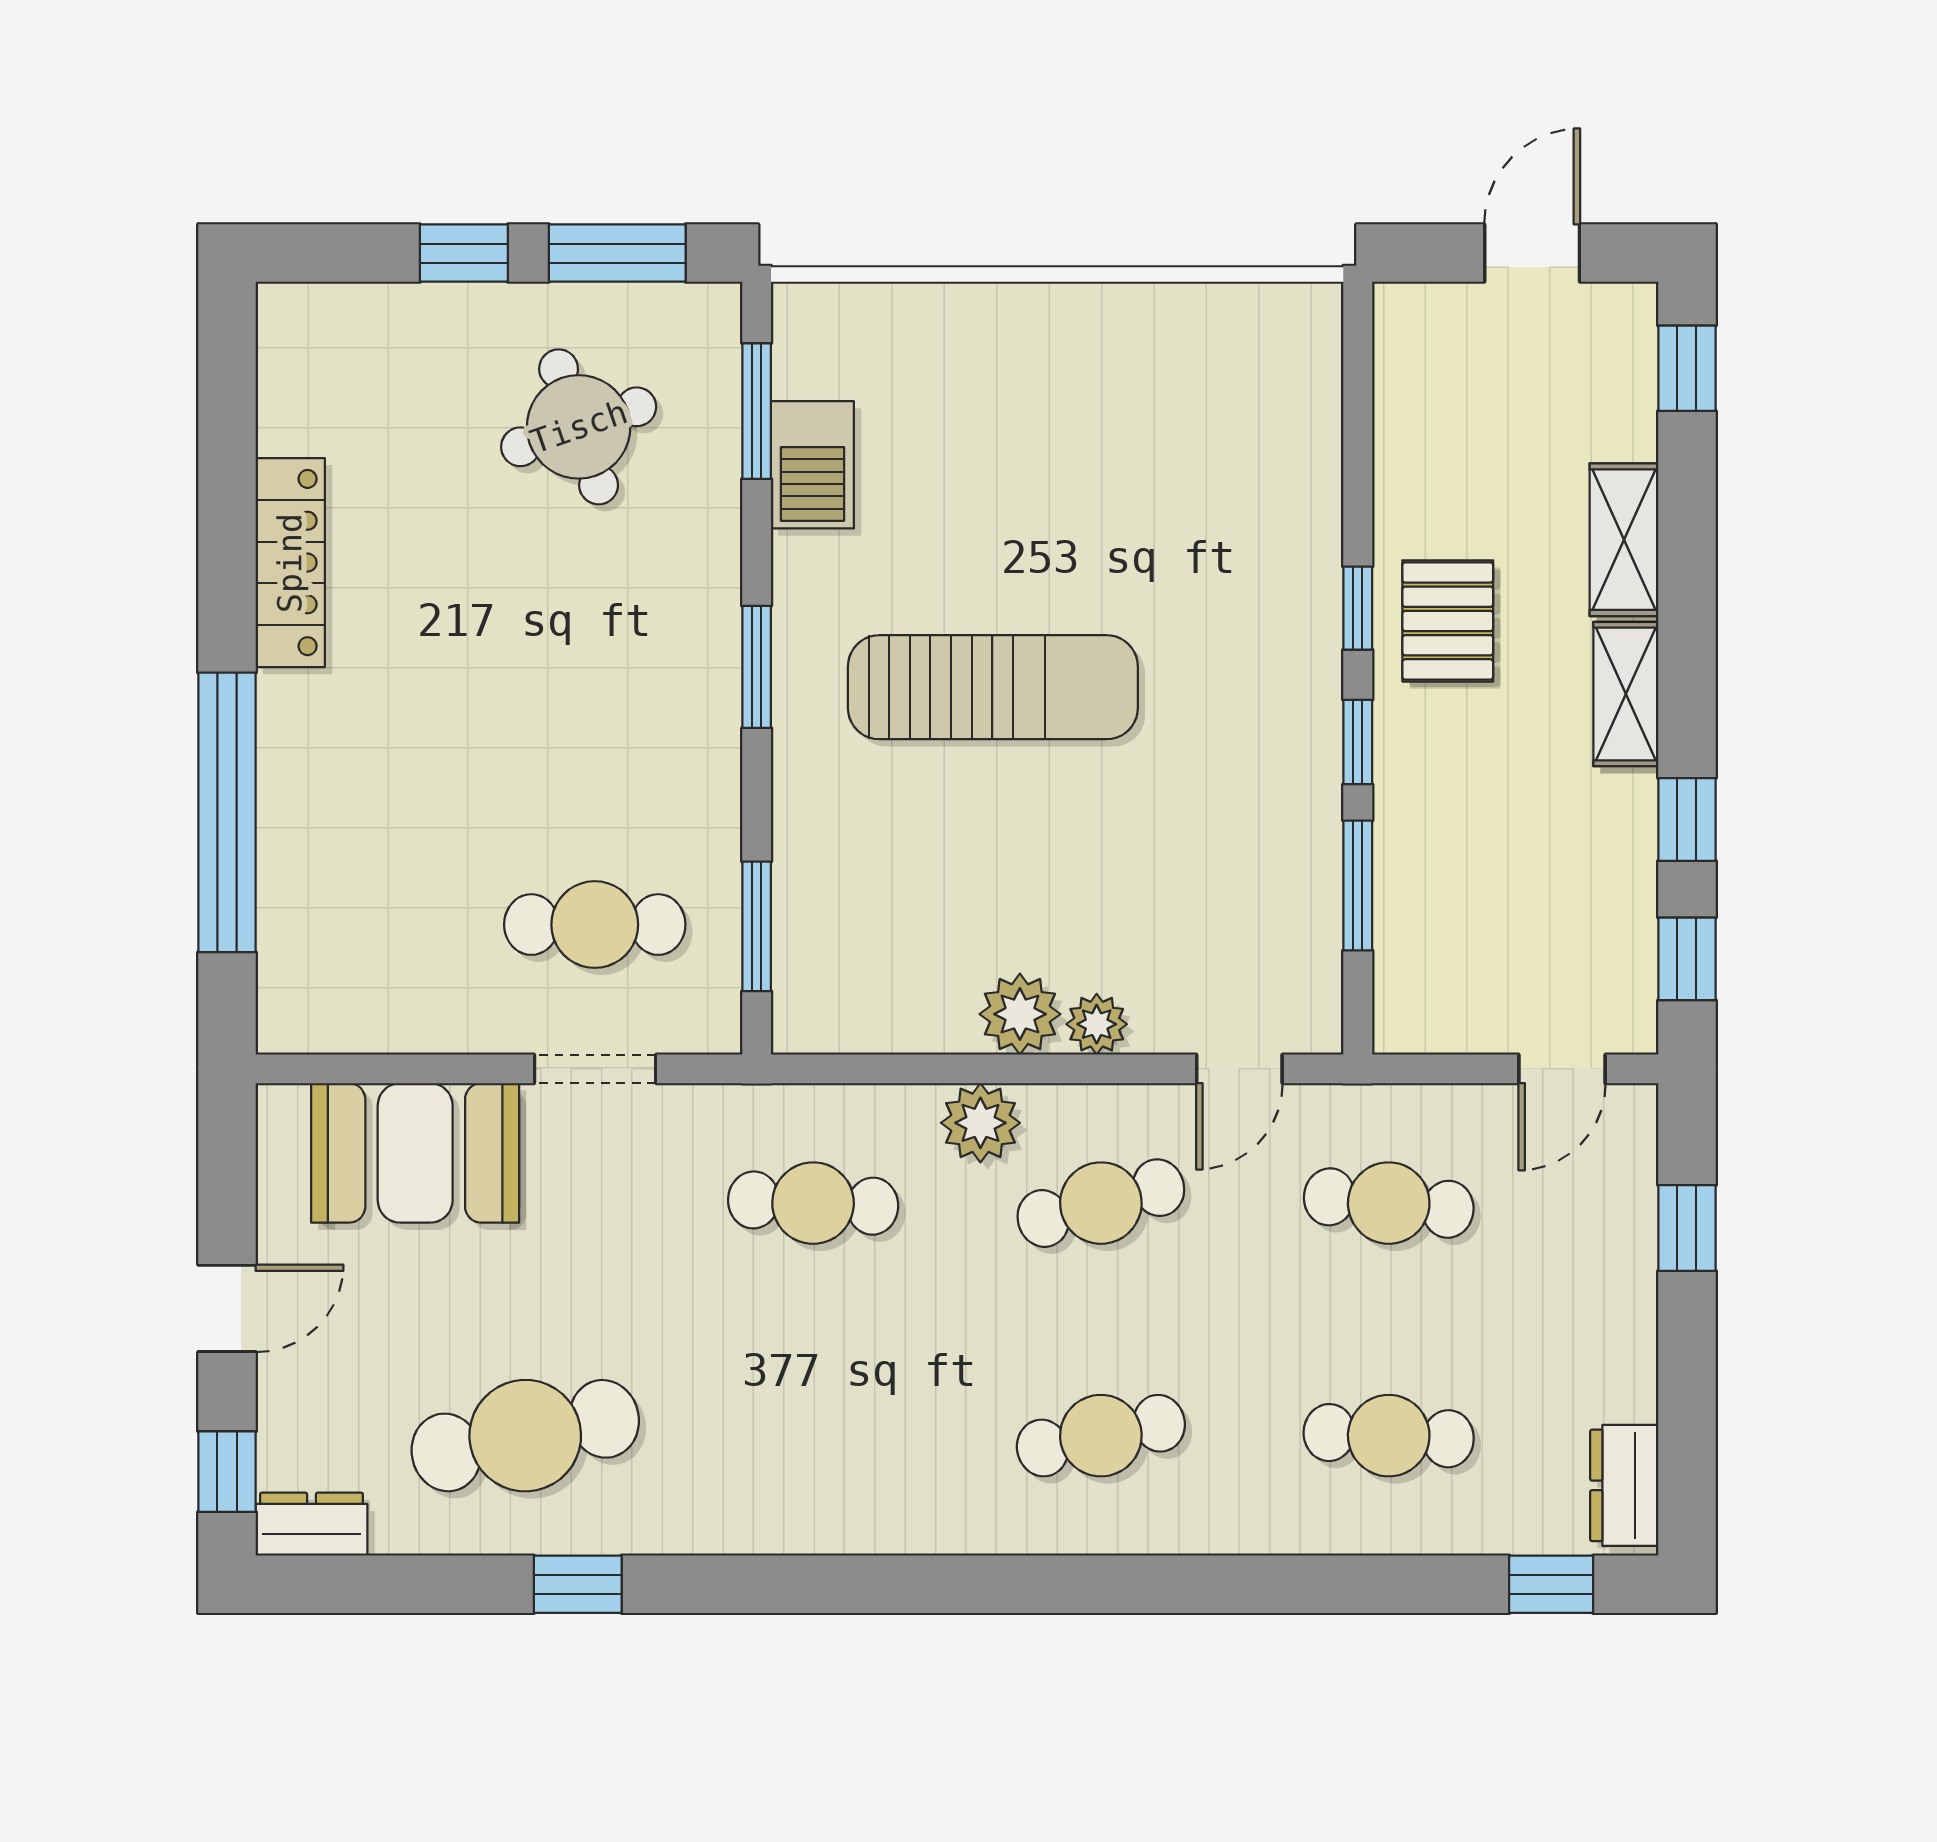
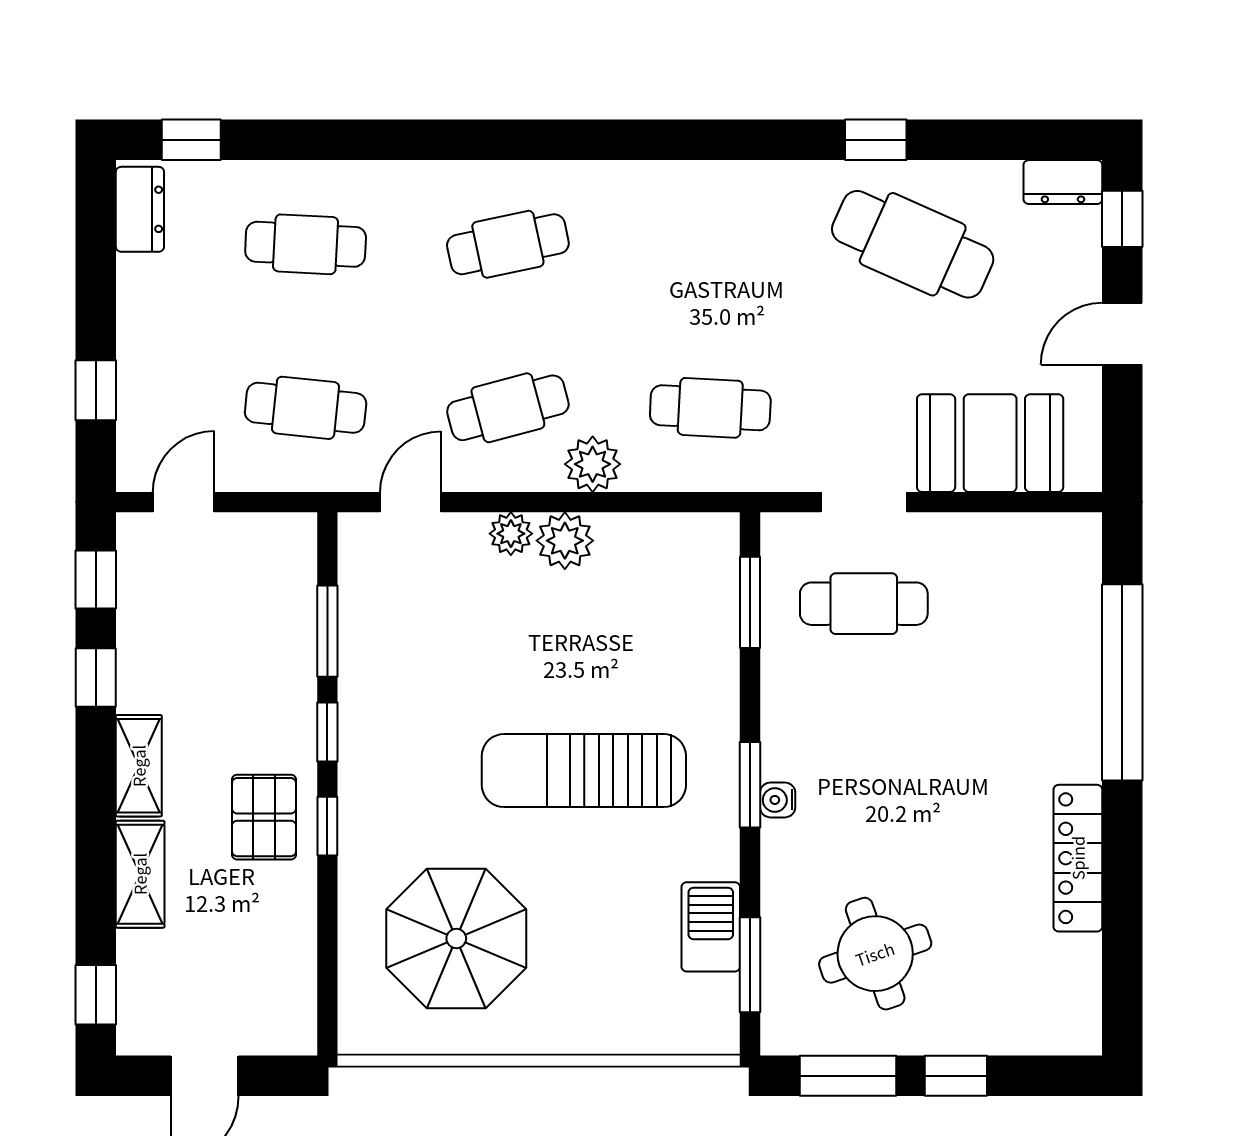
parasol: (1174, 448) -> (456, 938), added
water cooler: (717, 645) -> (778, 800), added
cafe table: (525, 1436) -> (913, 244), turned 36

